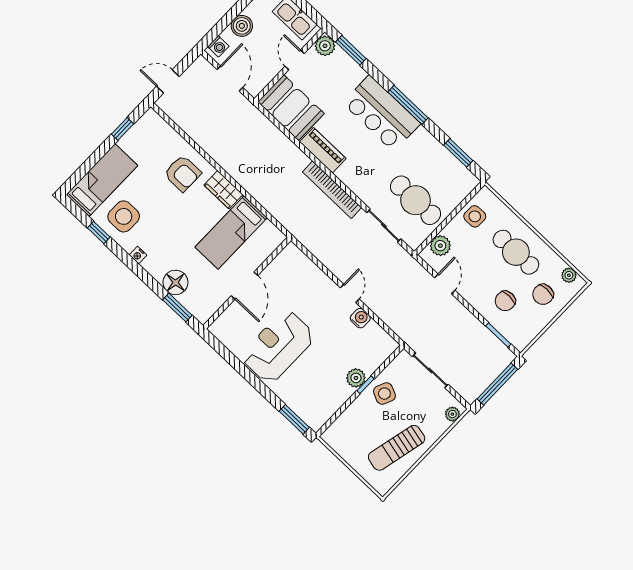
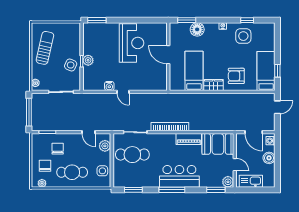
bed: (102, 180) -> (266, 71), moved, turned 180

